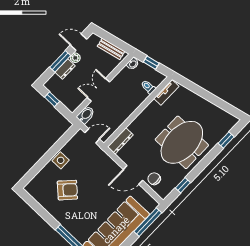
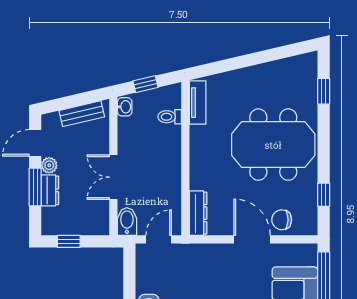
meeting table: (182, 142) -> (273, 145), turned 90
door: (133, 175) -> (252, 239), swing flipped

